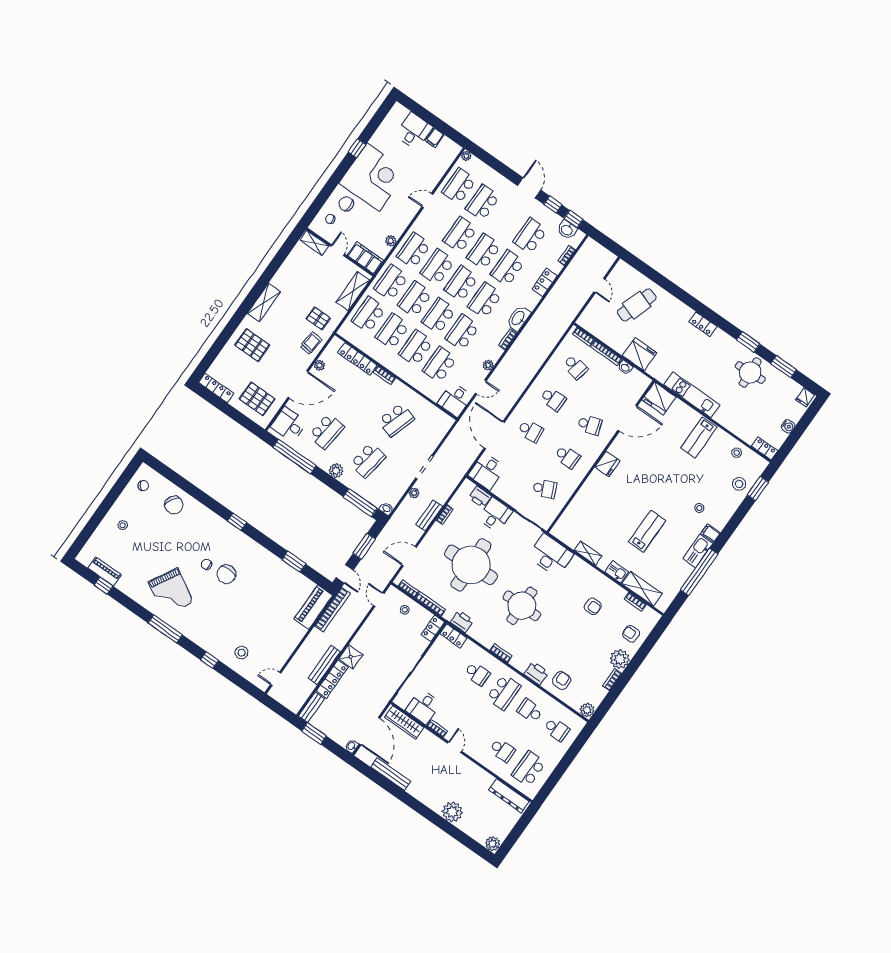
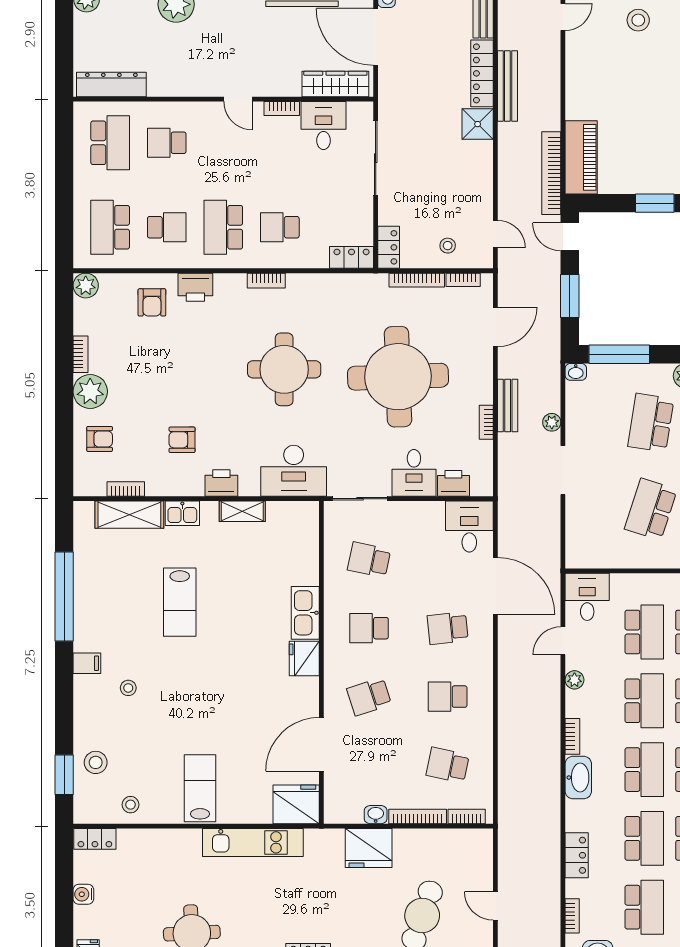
school desk: (545, 489) -> (369, 560), turned 36
kitchen sink: (698, 551) -> (305, 613), moved, turned 180
printer: (462, 621) -> (221, 483), moved, turned 180
school desk: (556, 729) -> (110, 227), width x1.85

